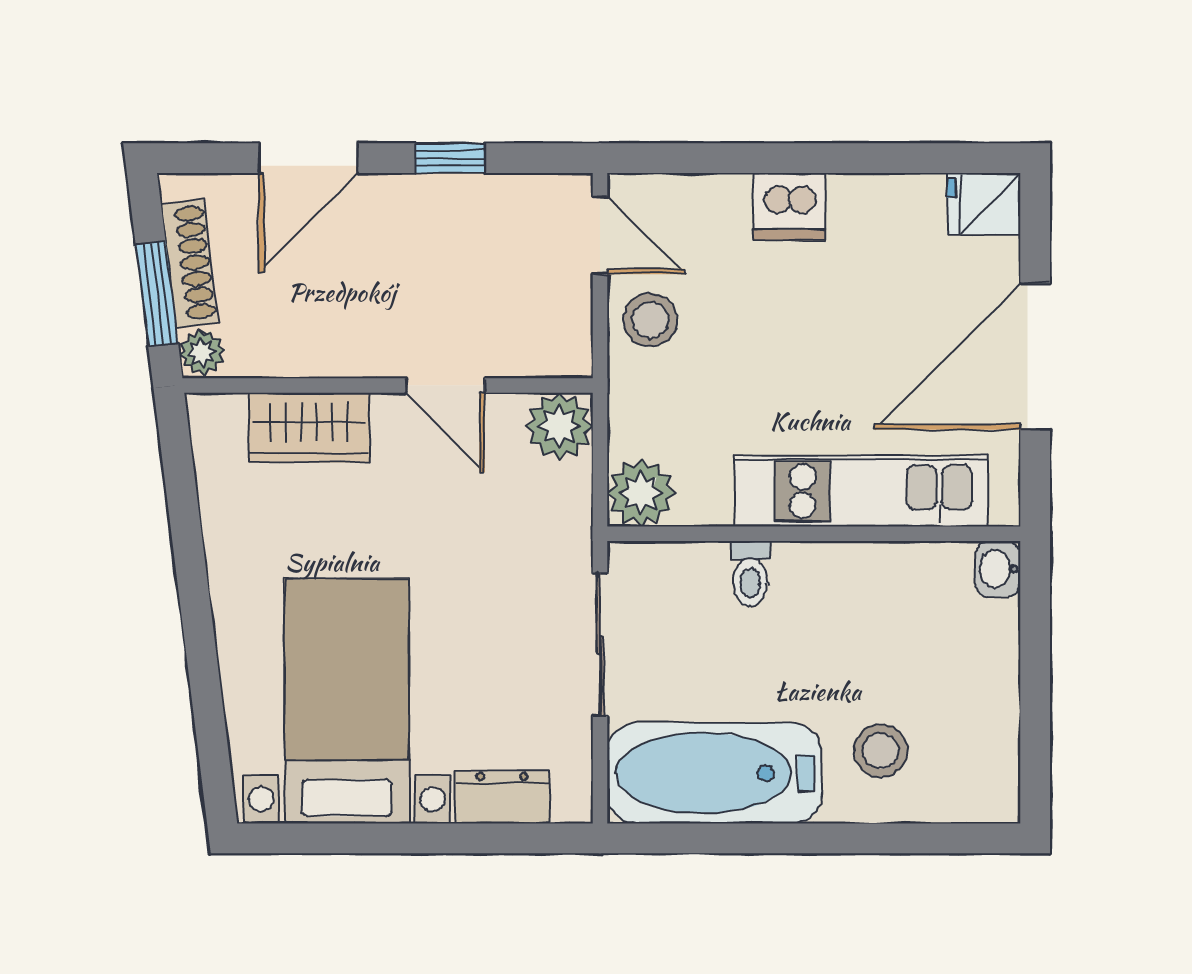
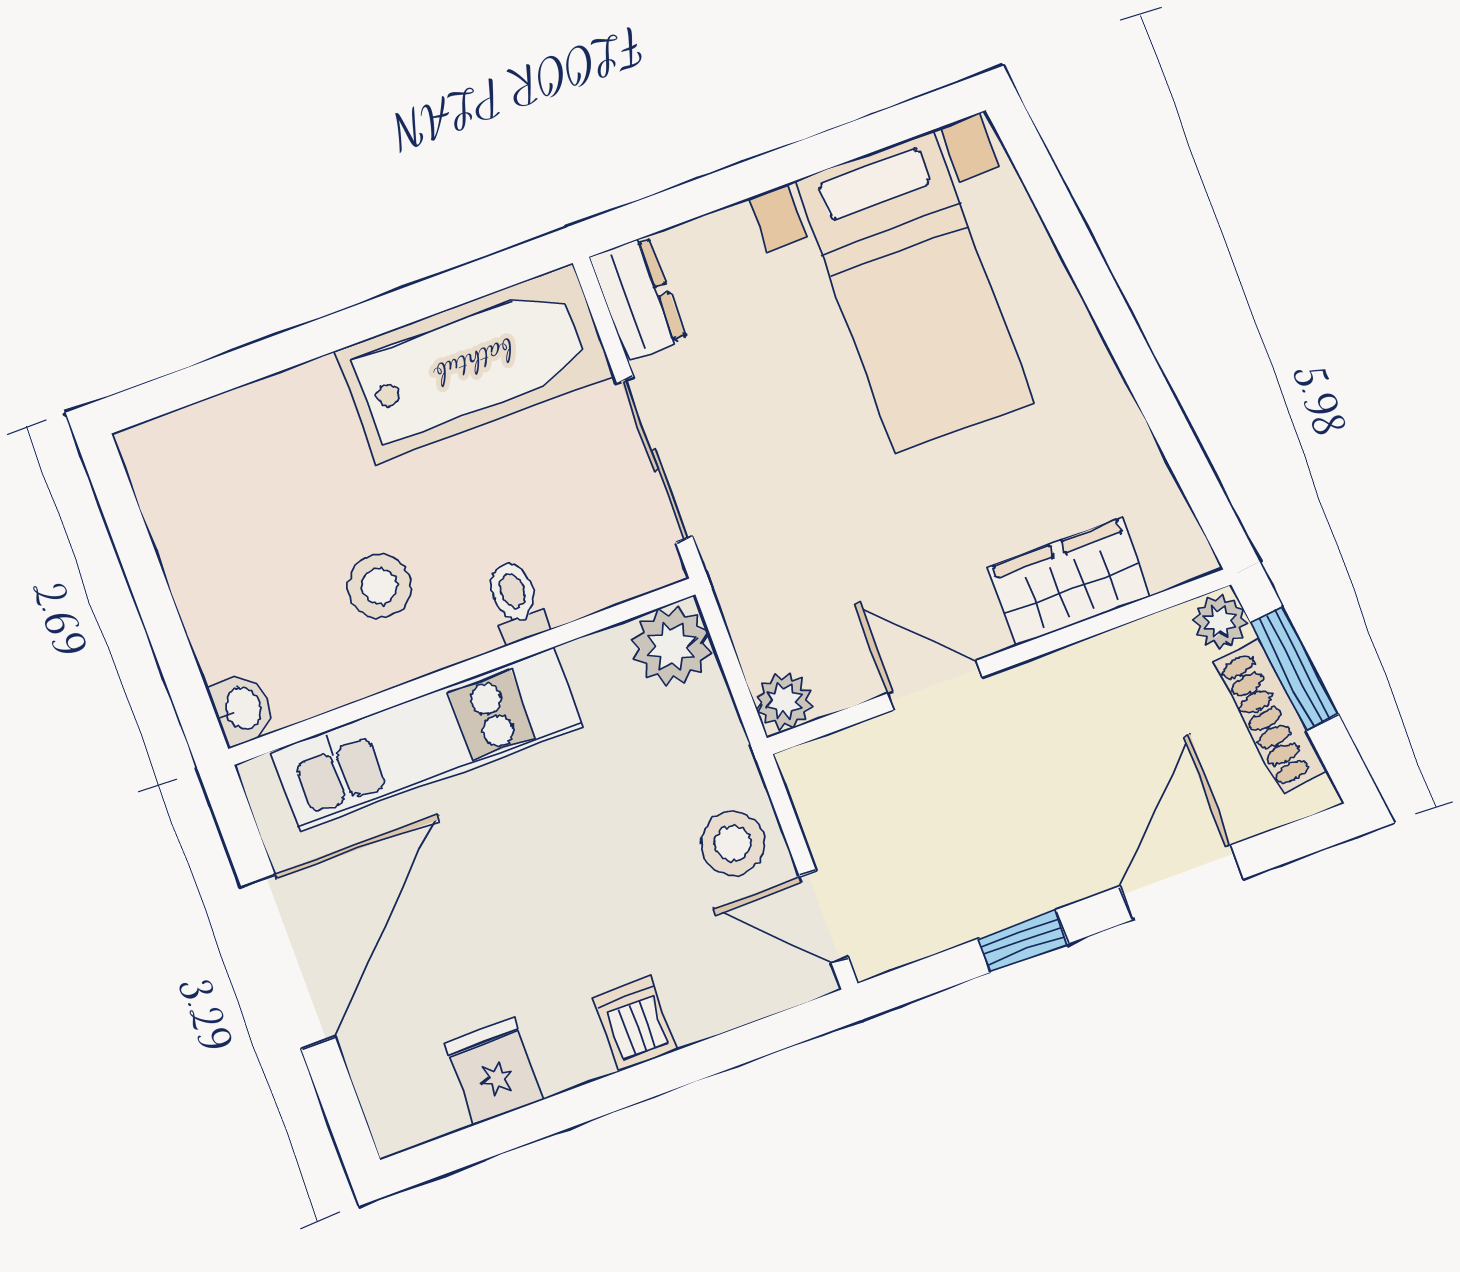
fridge: (984, 204) -> (494, 1071), moved, turned -90
dishwasher: (789, 207) -> (635, 1023), width x0.73
plant: (559, 426) -> (784, 701), width x0.73, depth x0.73
stool: (881, 751) -> (379, 586), moved
dresser: (502, 797) -> (638, 299), moved, turned -90

